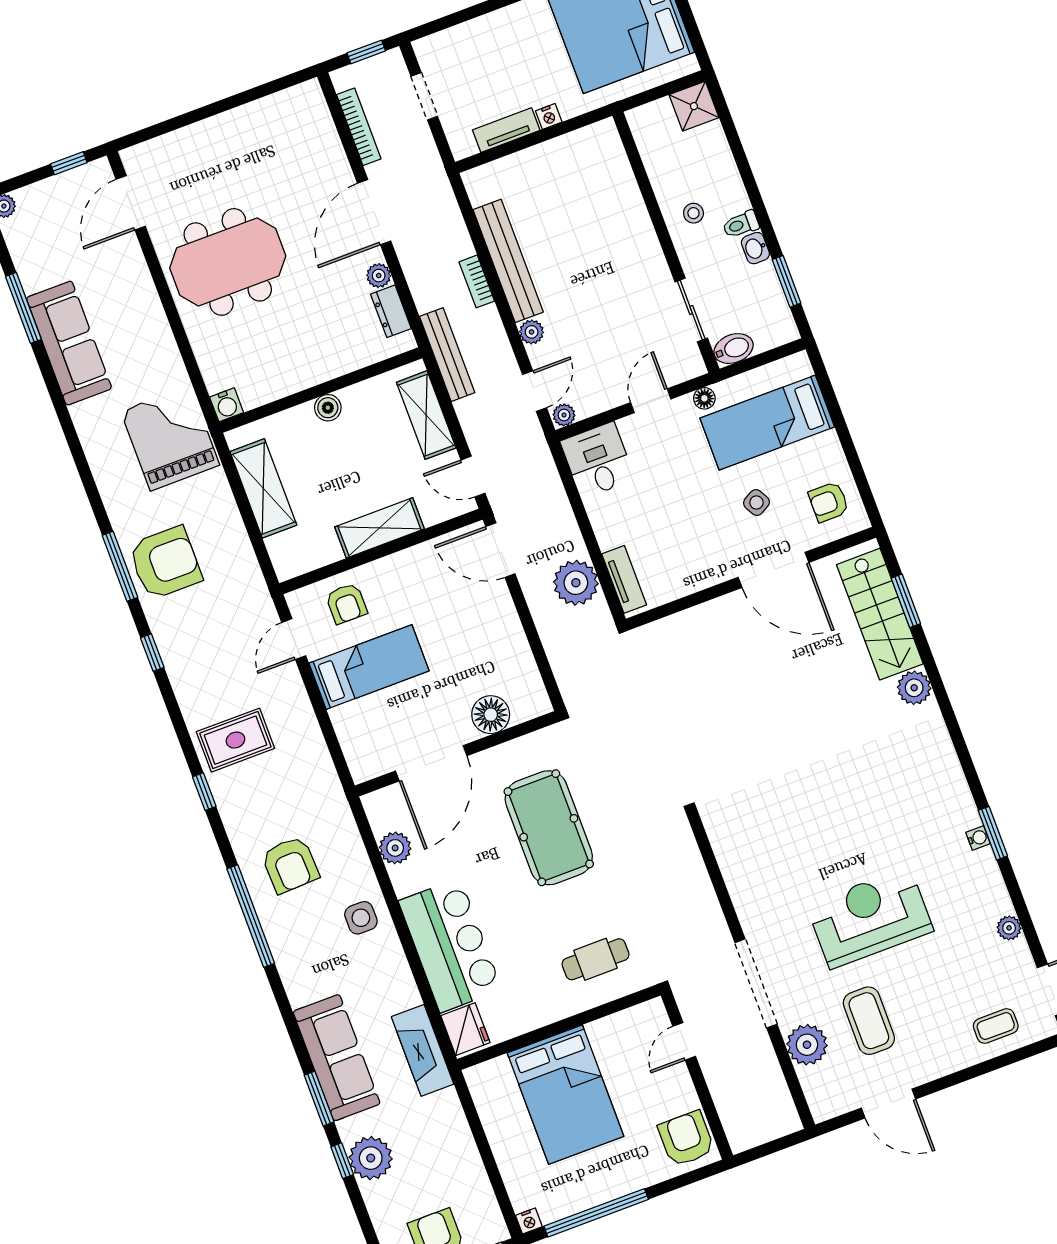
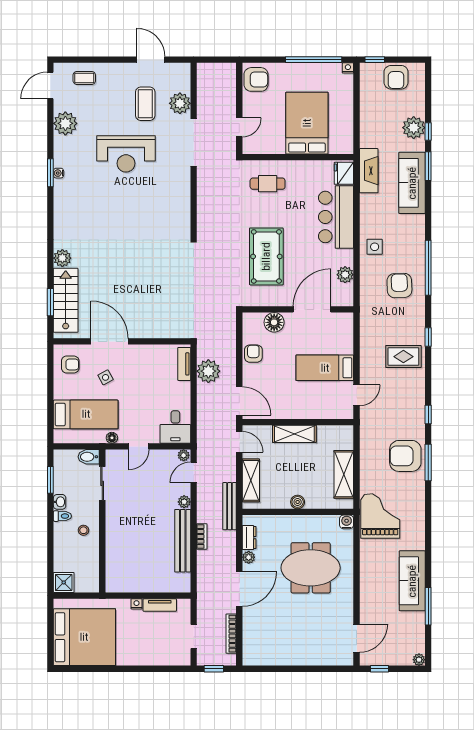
meeting table: (228, 262) -> (311, 568), moved
grand piano: (170, 438) -> (380, 516), turned 180
armchair: (346, 604) -> (253, 354), moved
plant: (1009, 928) -> (65, 123), width x1.87, depth x1.87
armchair: (686, 1139) -> (256, 79), turned -90

